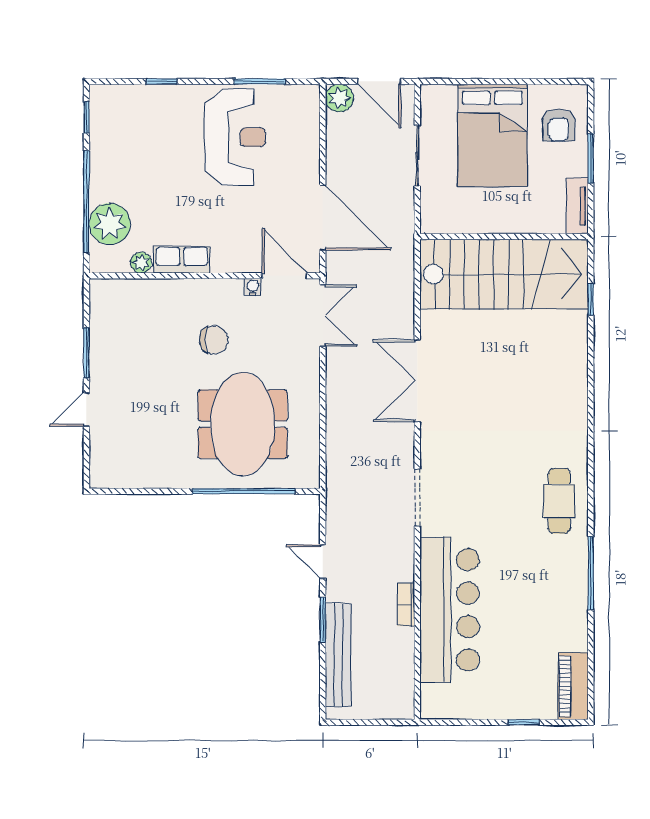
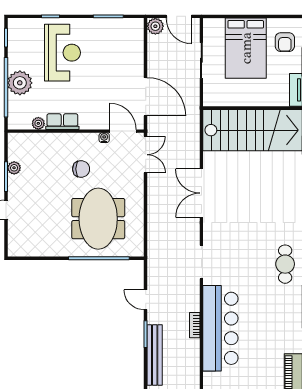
reception desk: (235, 137) -> (62, 53), moved
plant: (110, 224) -> (20, 83), moved
plant: (100, 338) -> (14, 168), added

